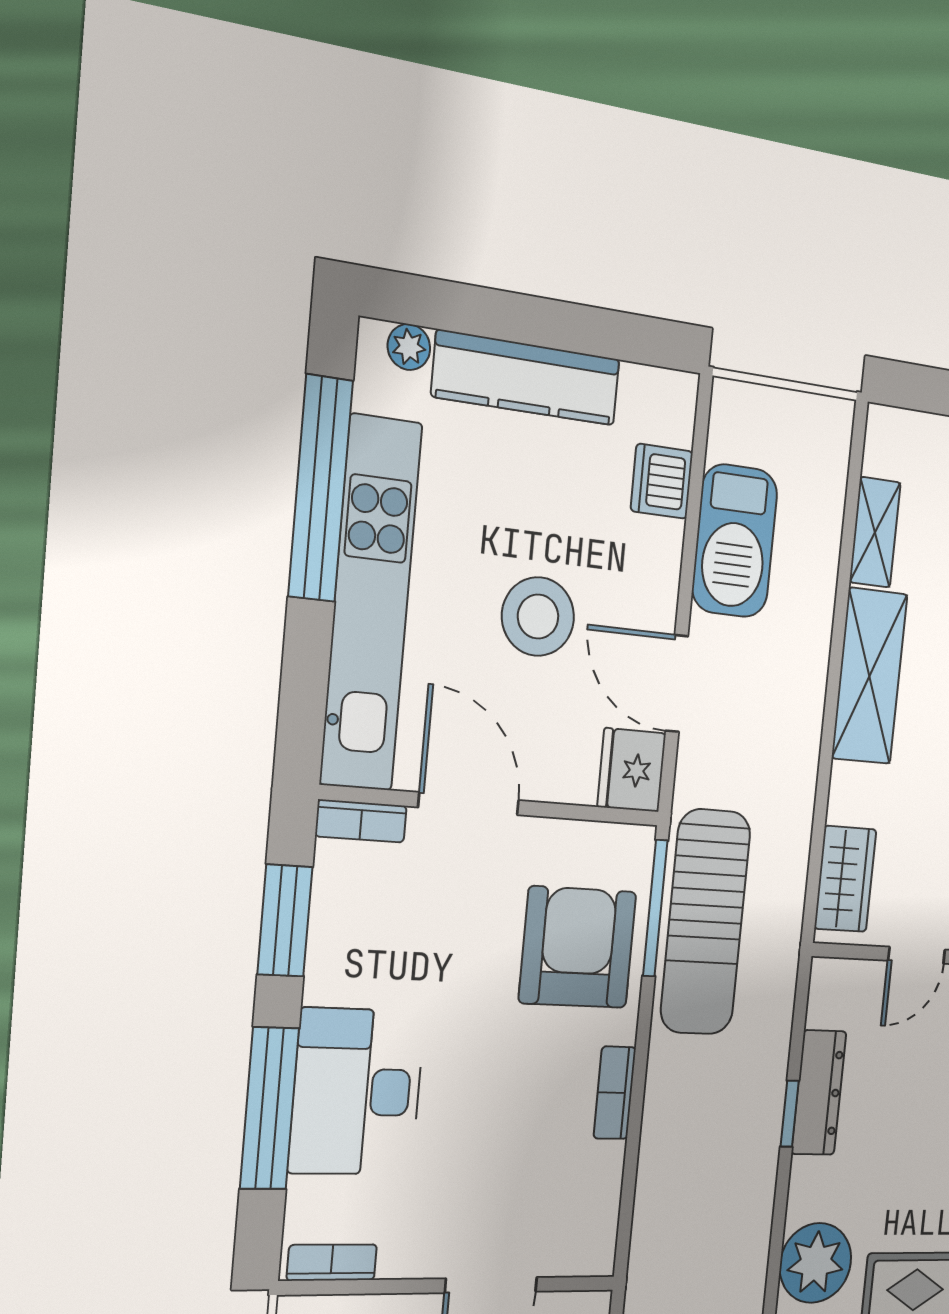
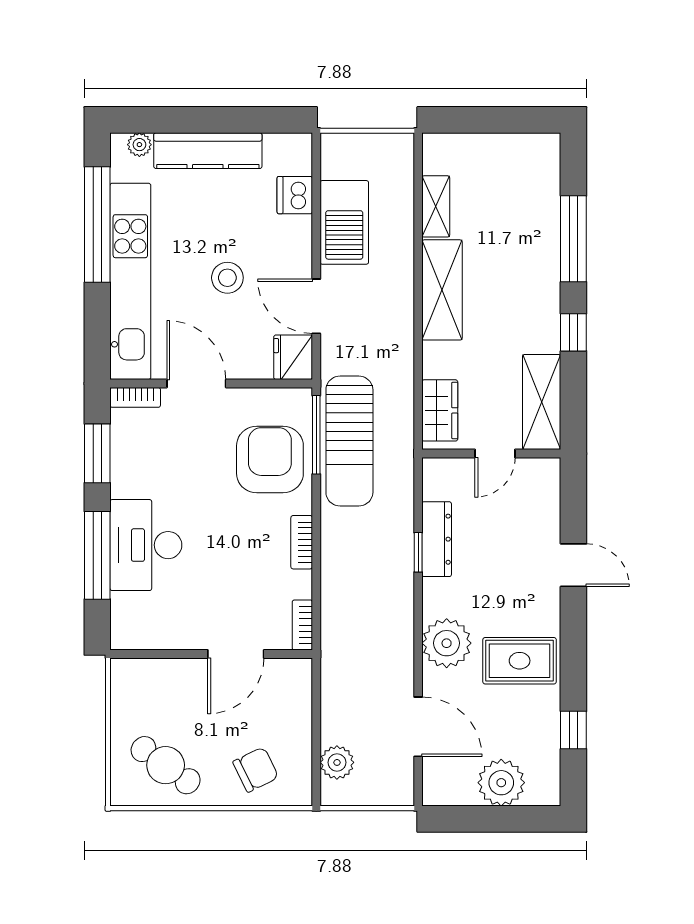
stool: (538, 617) -> (227, 278), width x0.73, depth x0.73
bookcase: (332, 1262) -> (302, 625), moved, turned -90

